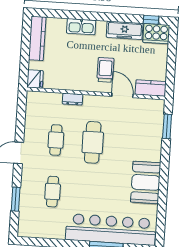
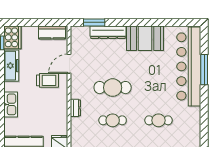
trolley: (105, 70) -> (48, 80), turned 180
kitchen counter: (151, 88) -> (52, 33), moved, turned -90
dresser: (155, 141) -> (108, 32), added

